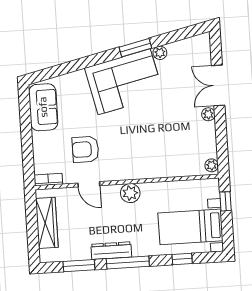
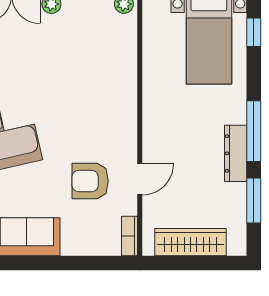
armchair: (85, 149) -> (90, 181), turned 90
plant: (130, 193) -> (156, 122), removed
window: (182, 259) -> (254, 32), moved

